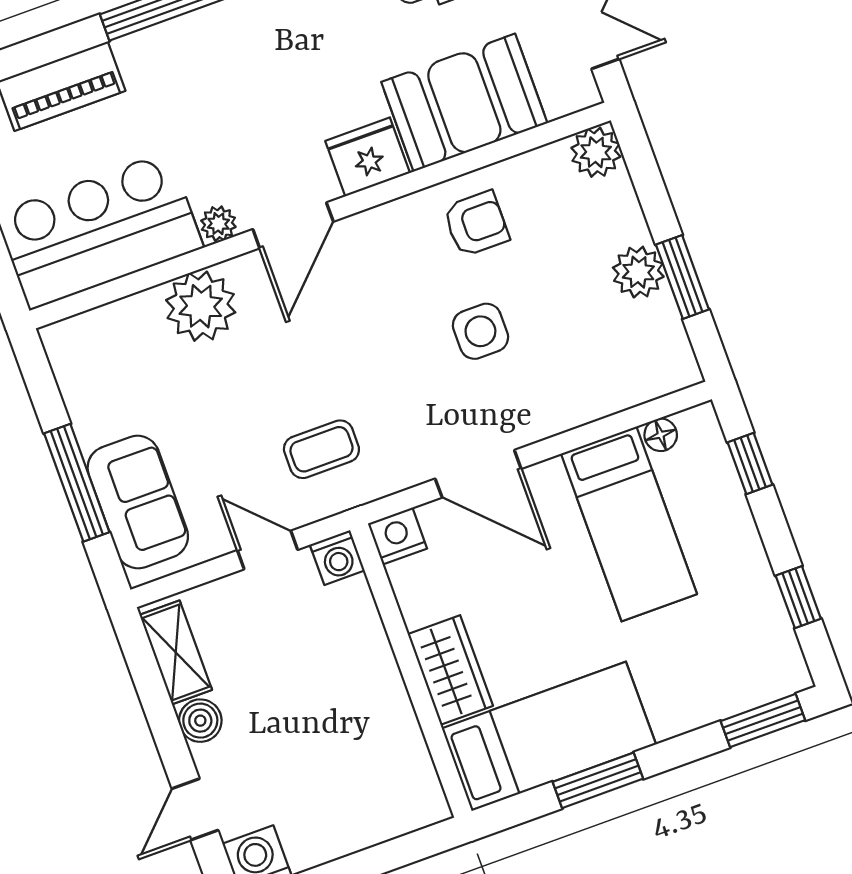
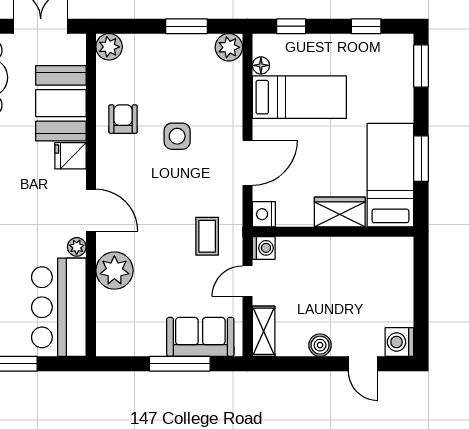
fridge: (368, 157) -> (70, 156), width x0.72
plant: (638, 272) -> (229, 47), moved
shelving: (176, 652) -> (264, 331), moved, turned 90

